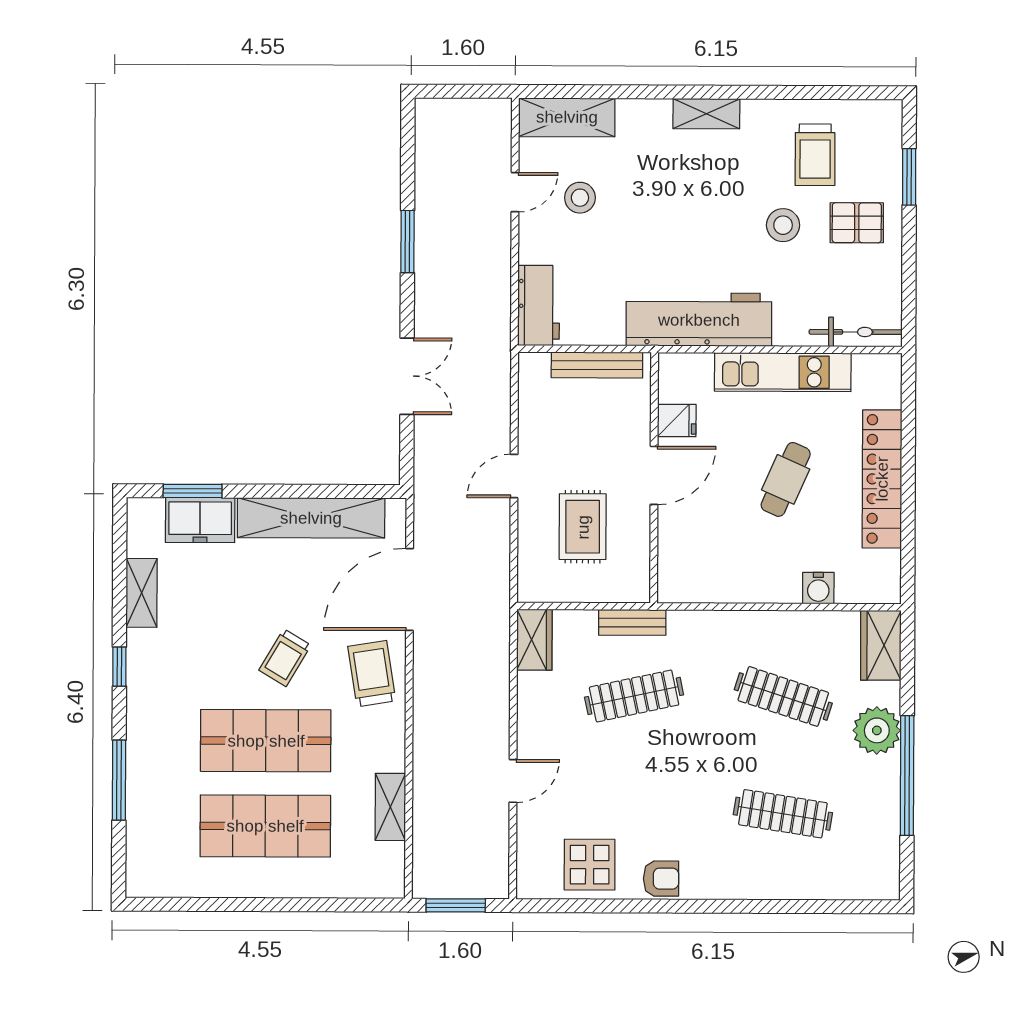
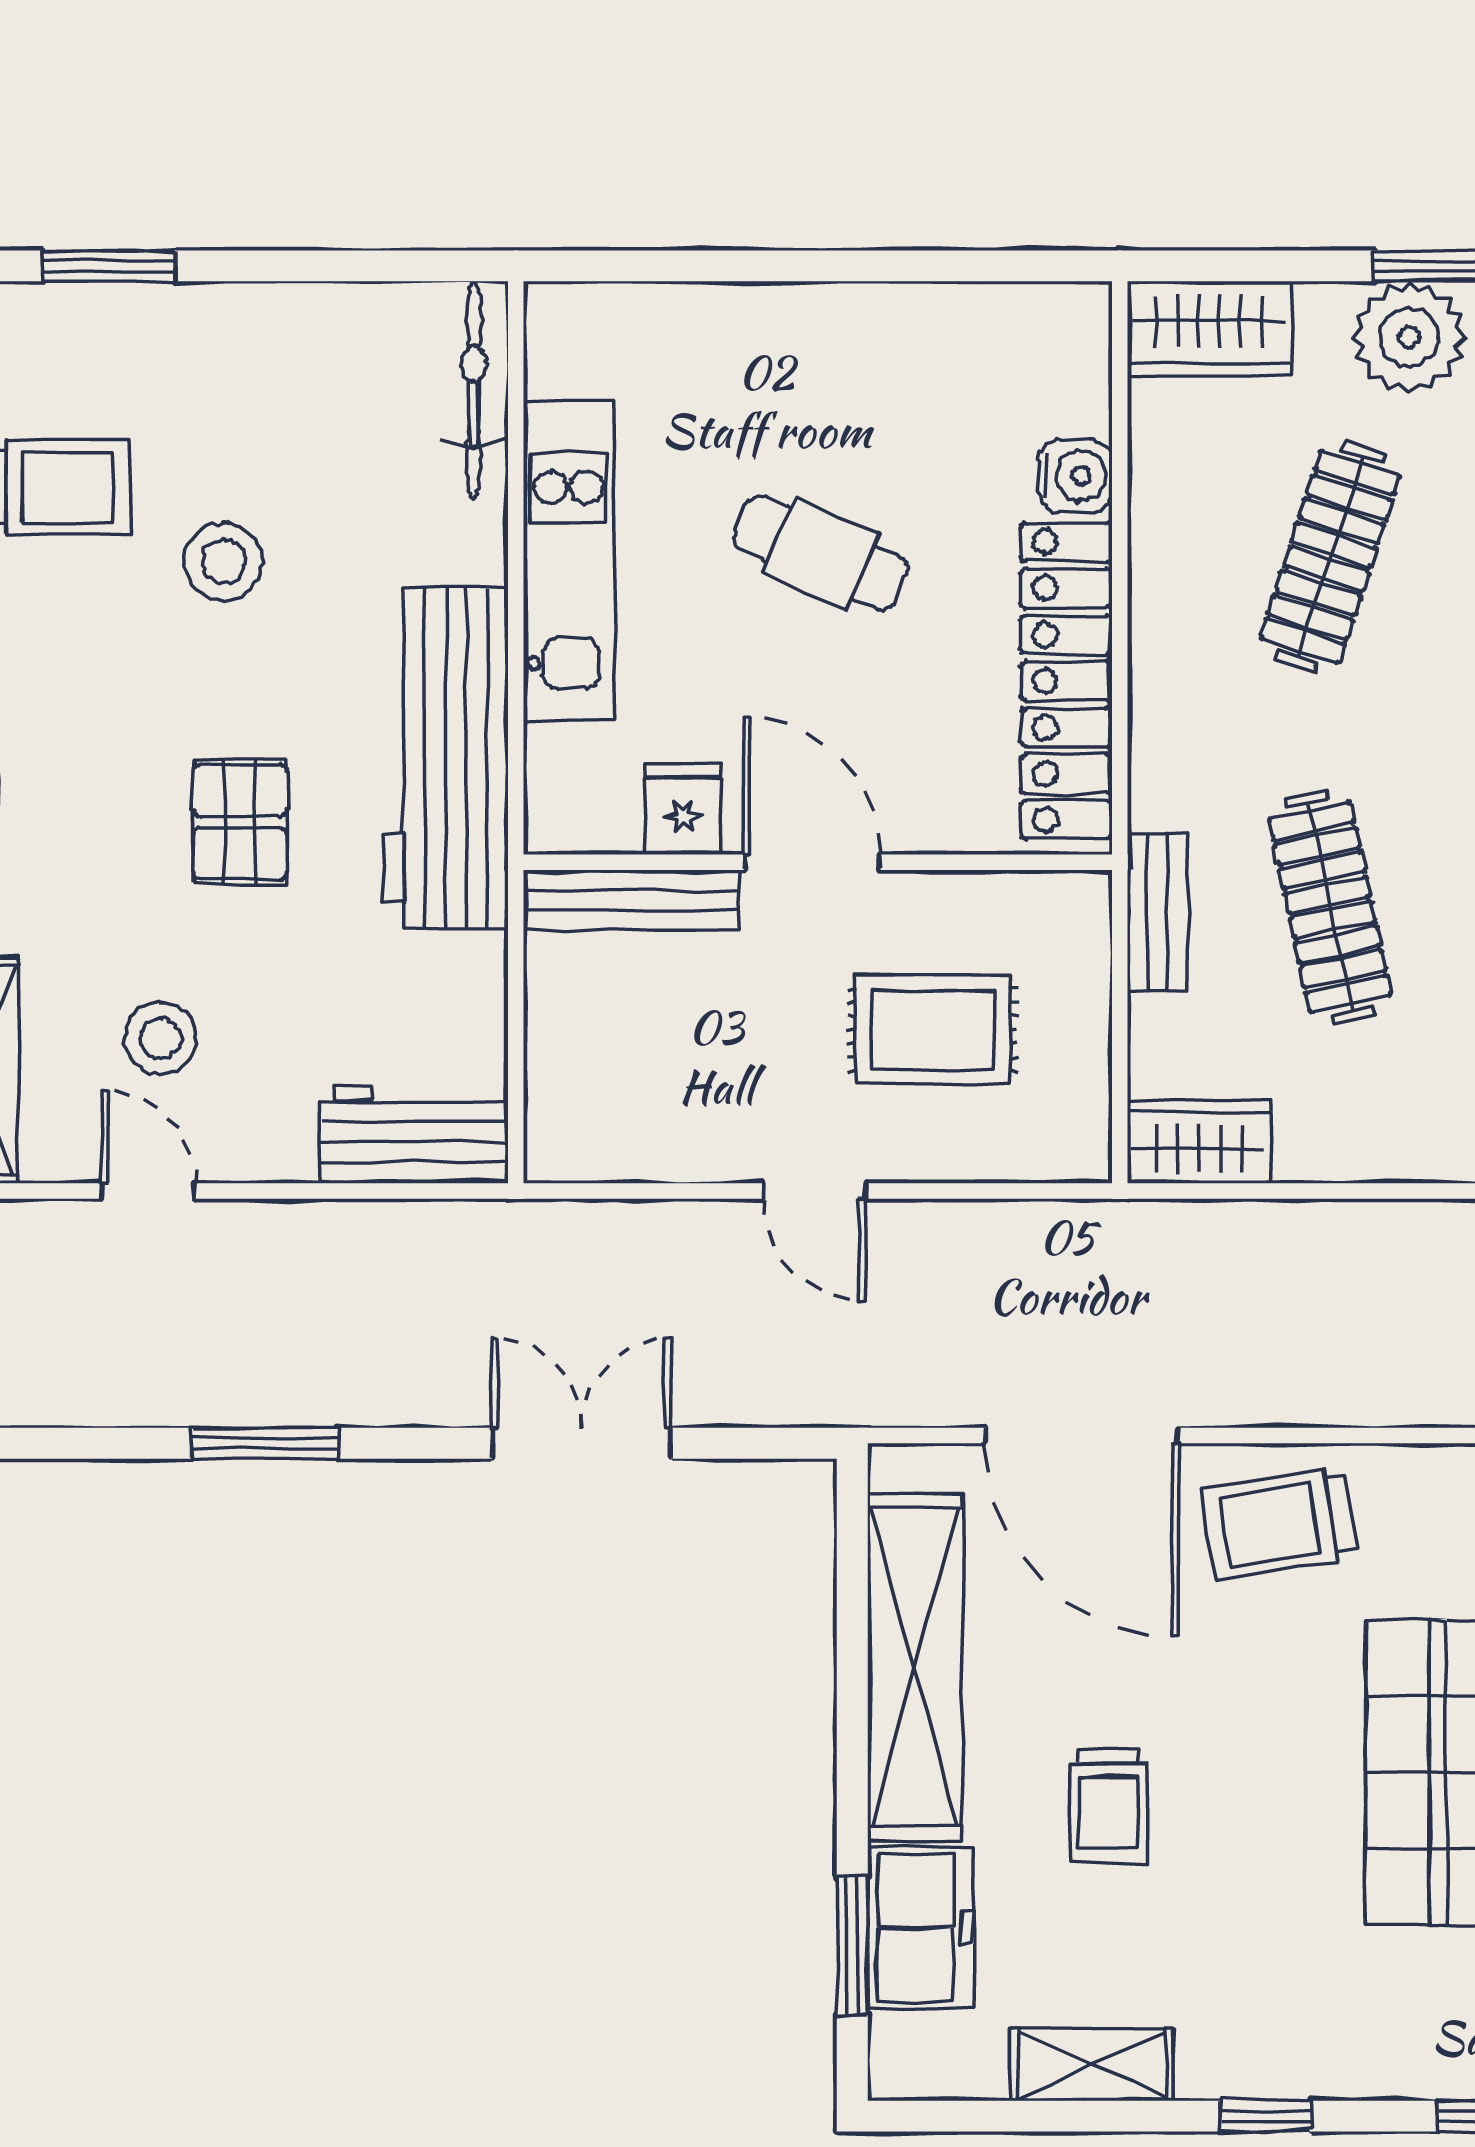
pallet: (857, 223) -> (240, 822), moved
bench: (597, 365) -> (631, 900), moved, turned 90
locker: (882, 479) -> (1066, 681), moved, turned 90
trolley: (285, 658) -> (1108, 1805), moved, turned 59

